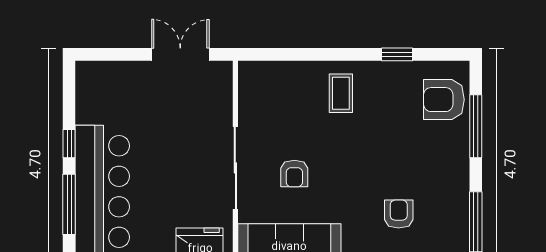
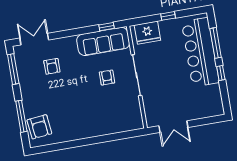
window: (397, 54) -> (66, 145), removed
coffee table: (341, 93) -> (91, 121), removed
armchair: (444, 100) -> (39, 127), turned 84

